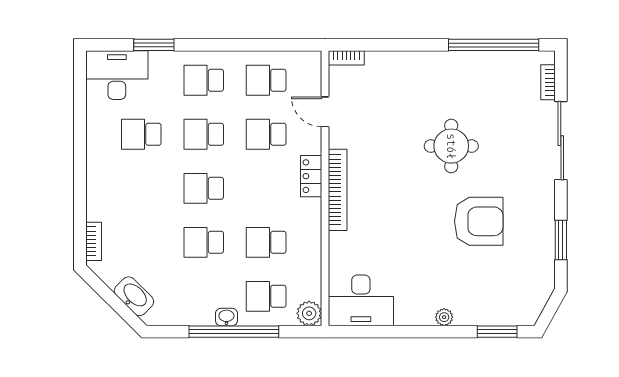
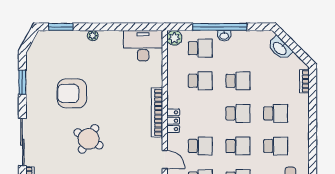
round table: (451, 146) -> (88, 139), turned 31
school desk: (141, 188) -> (276, 113), added

